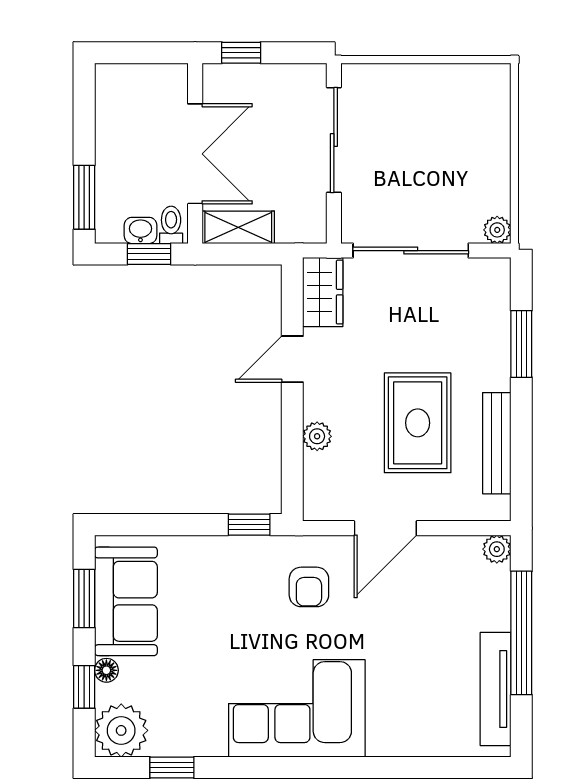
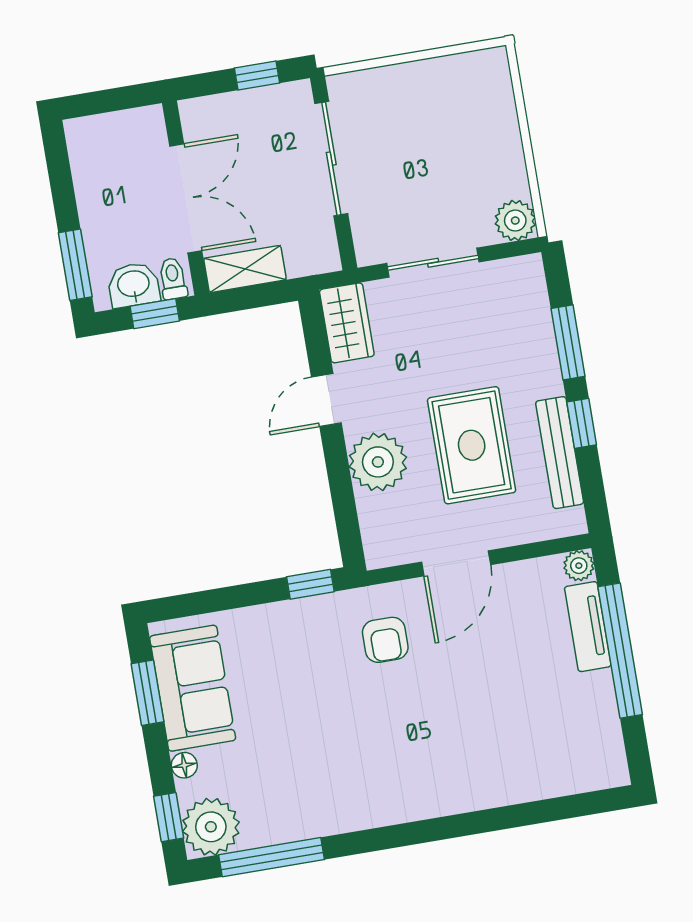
window: (241, 53) -> (257, 75), moved
washbasin: (140, 230) -> (134, 285), width x1.38, depth x1.45
plant: (497, 230) -> (515, 221), width x1.38, depth x1.38
sliding door: (411, 251) -> (433, 263), width x0.73
window: (521, 420) -> (582, 423), added
plant: (317, 436) -> (378, 462), width x1.88, depth x1.88
window: (84, 687) -> (169, 817), moved
tv unit: (496, 689) -> (588, 627), moved, width x0.71
corner sofa: (297, 708) -> (394, 772), removed
window: (172, 768) -> (272, 857), width x2.17

